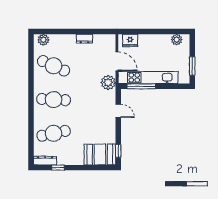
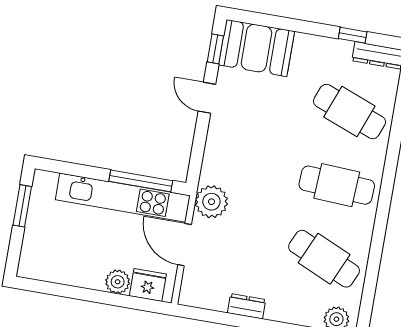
plant: (177, 40) -> (118, 282), moved
door: (118, 111) -> (207, 98), moved
cafe table: (54, 133) -> (349, 112), turned 33

